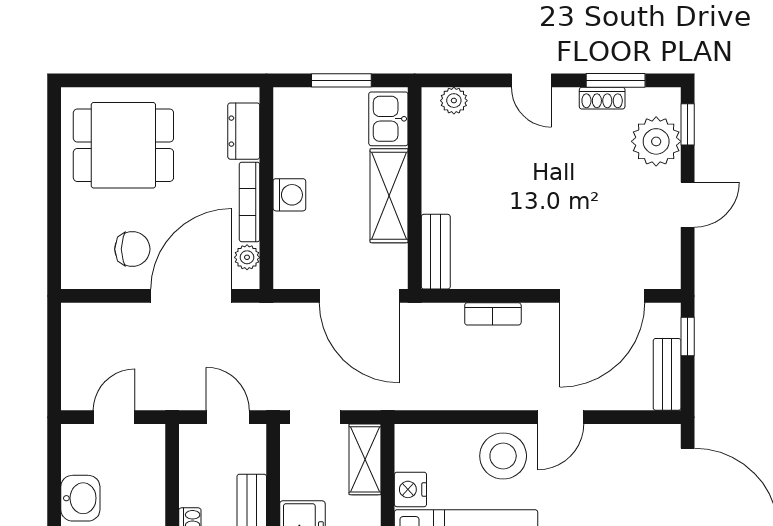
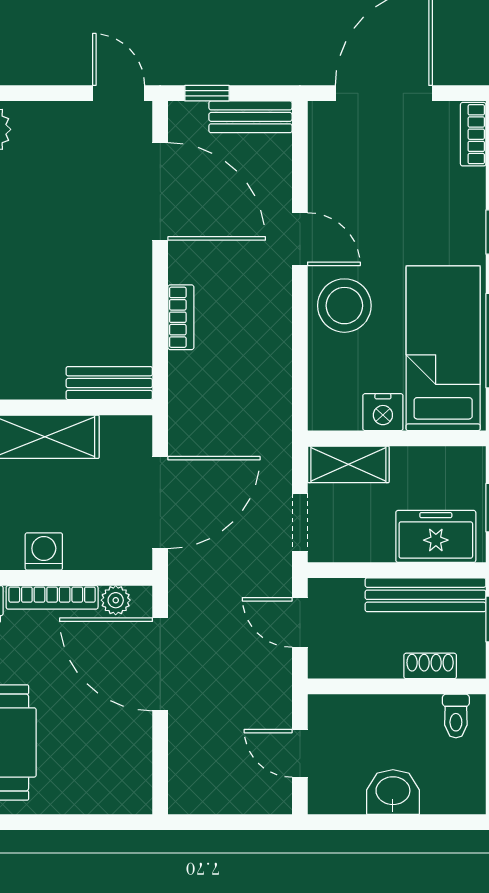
door: (688, 205) -> (119, 93), moved
chair: (132, 249) -> (106, 732), removed
door: (359, 296) -> (160, 503), moved
door: (228, 417) -> (300, 622), hinge flipped

